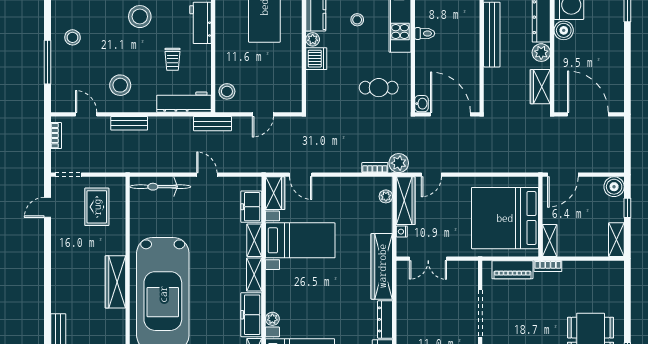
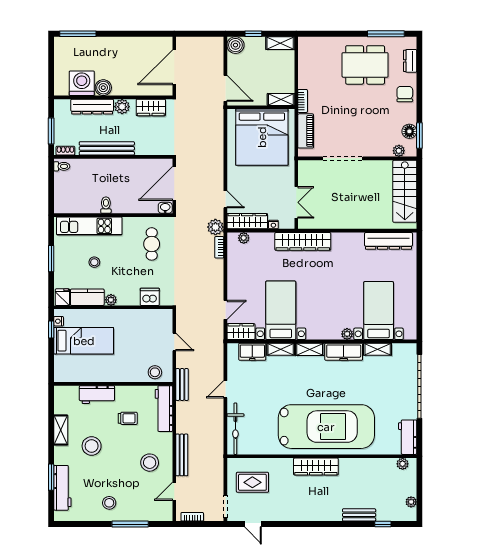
dishwasher: (316, 59) -> (150, 297), moved
bench: (129, 123) -> (182, 455), width x1.36
dresser: (385, 319) -> (348, 239), removed

